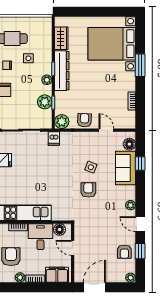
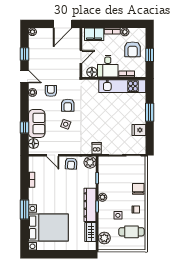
plant: (45, 102) -> (104, 238), moved
door: (73, 248) -> (81, 57), hinge flipped
armchair: (124, 252) -> (51, 91), moved

